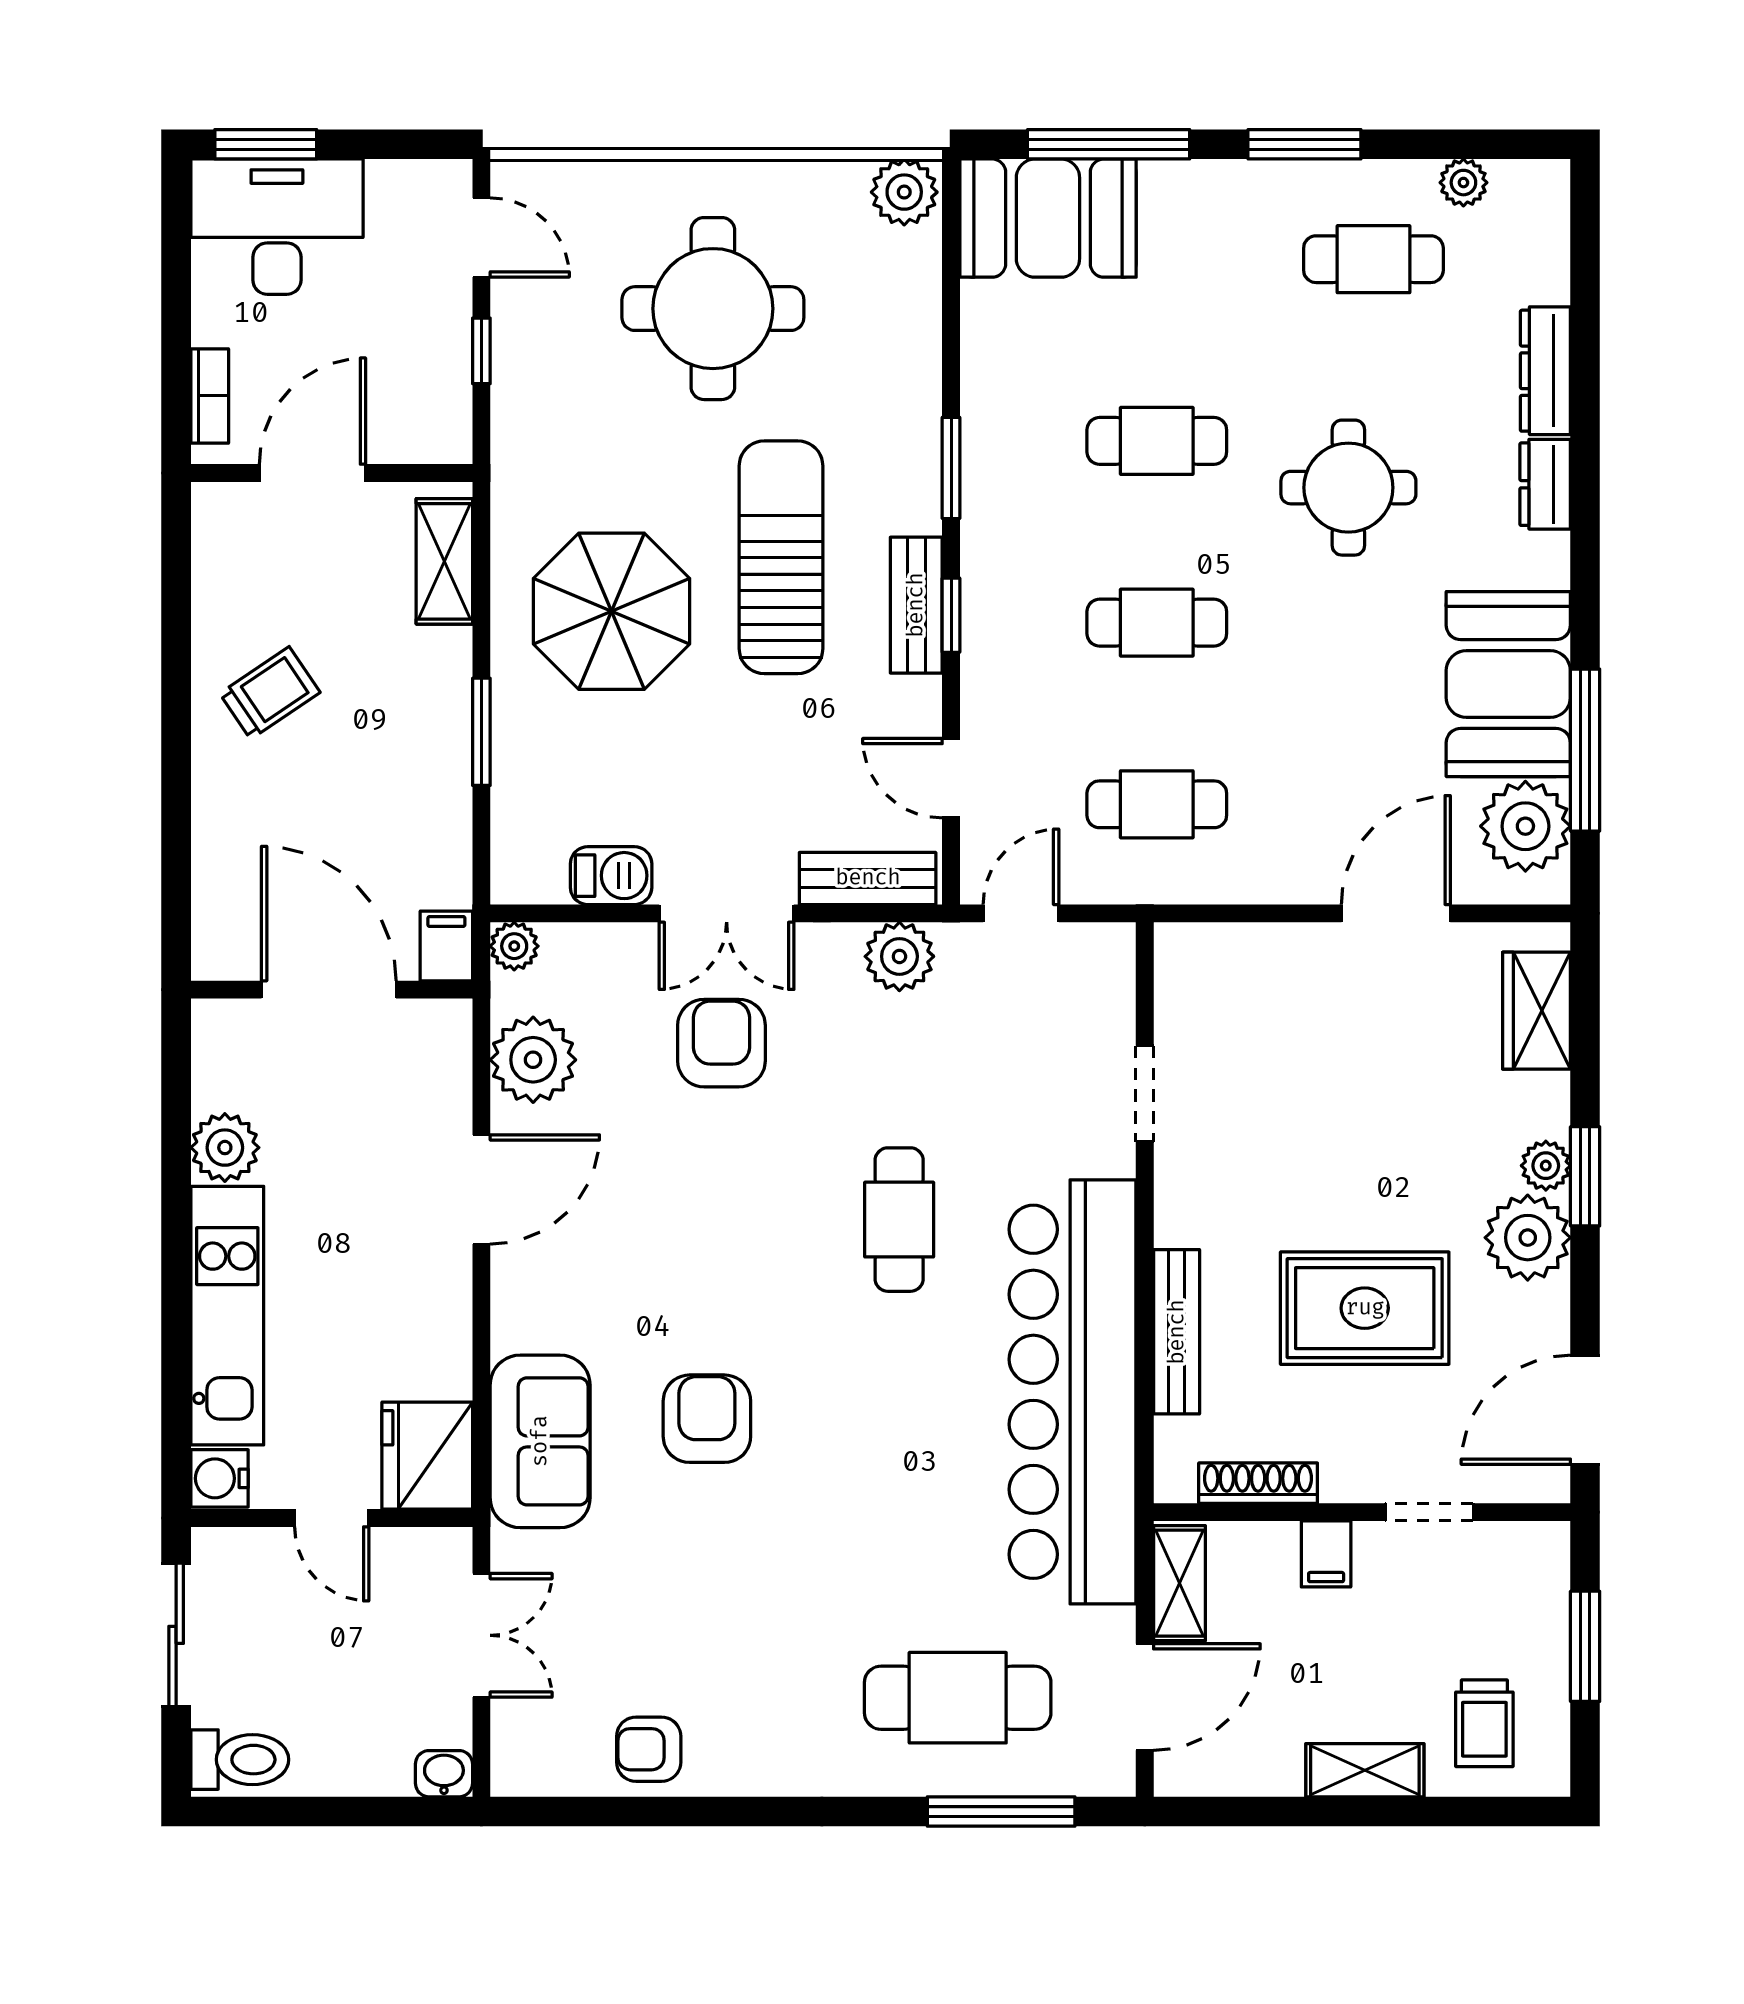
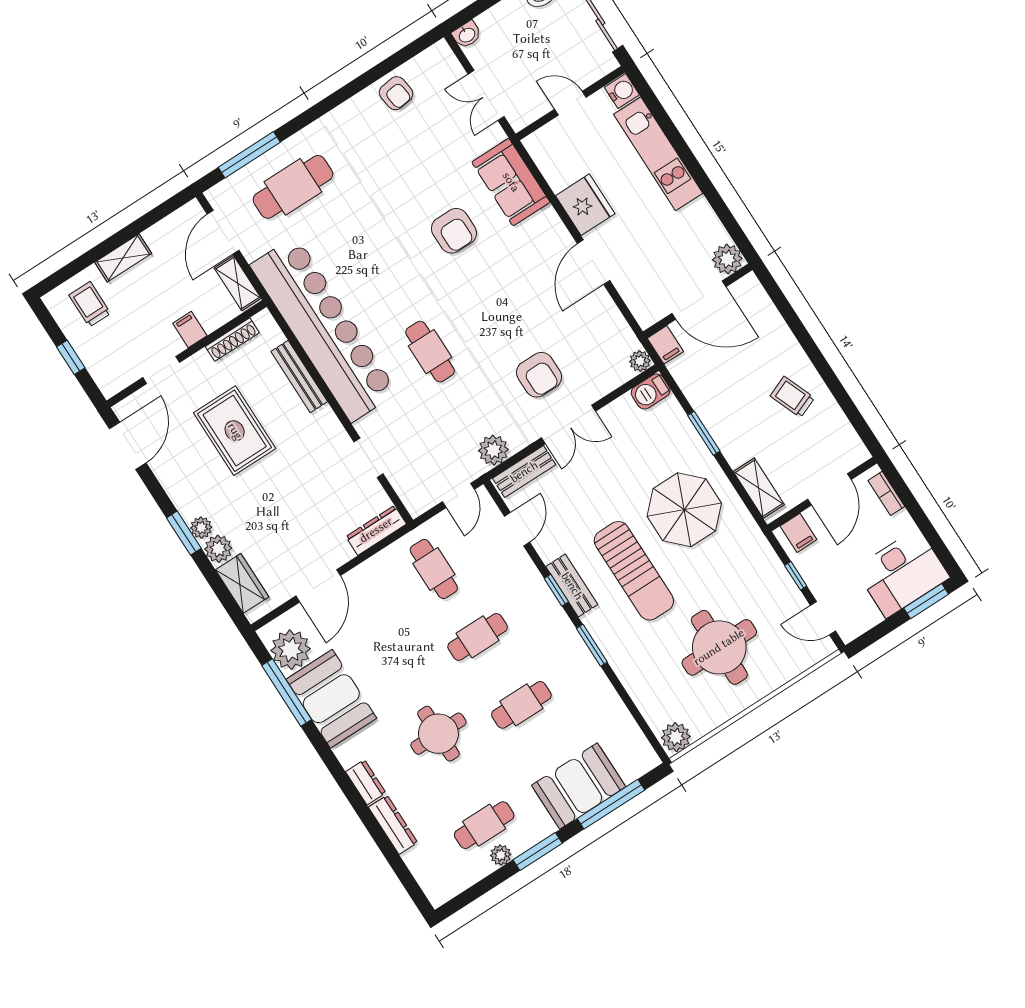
plant: (1463, 183) -> (501, 855), moved
booth: (1048, 218) -> (579, 786), moved
filing cabinet: (424, 429) -> (798, 533), added
trolley: (270, 693) -> (792, 397), turned 102
door: (951, 778) -> (517, 529), hinge flipped
cafe table: (1157, 804) -> (434, 569), turned 90
barbecue: (611, 876) -> (651, 391), moved
double door: (727, 913) -> (568, 425), swing flipped
dresser: (1219, 948) -> (376, 530), added
plant: (533, 1060) -> (605, 323), removed
plant: (225, 1148) -> (727, 259), moved
plant: (1528, 1238) -> (218, 549), moved, width x0.73, depth x0.73
rug: (1365, 1308) -> (235, 431), turned 90
fridge: (427, 1456) -> (585, 205), moved
window: (1585, 1646) -> (71, 357), width x0.67
armchair: (649, 1749) -> (396, 93), turned 83

